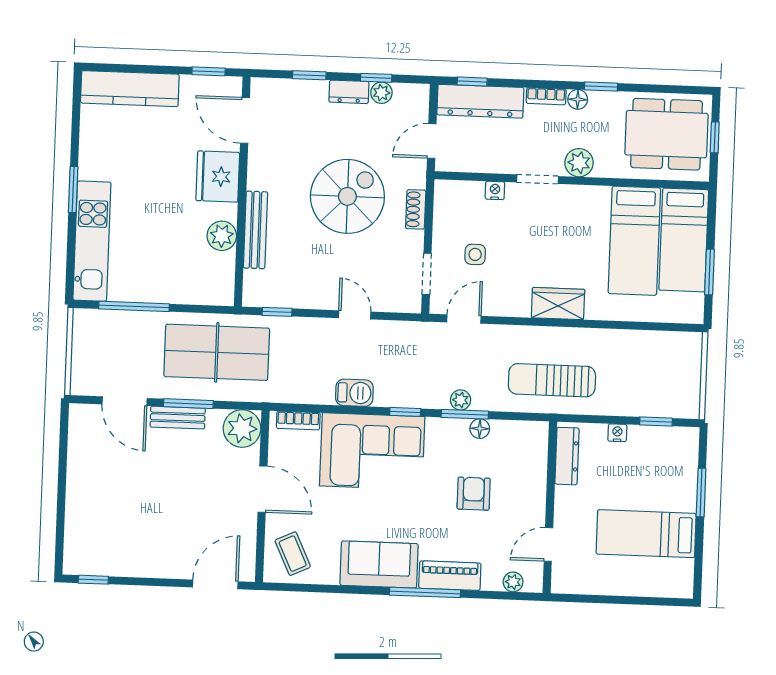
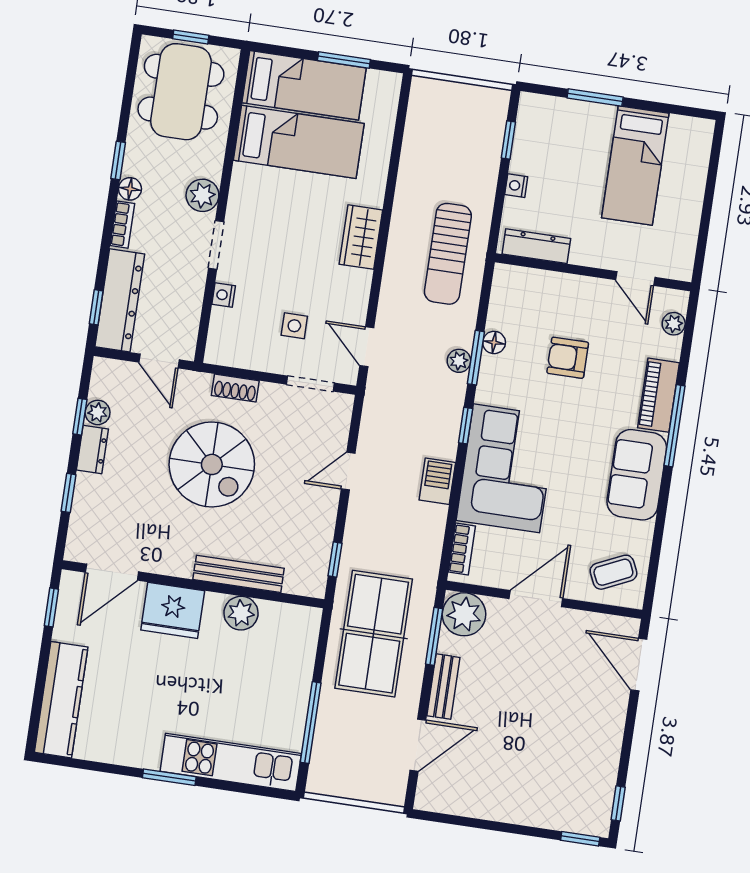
spiral stairs: (347, 196) -> (212, 464), turned 180
window: (188, 404) -> (434, 636), moved
window: (59, 550) -> (580, 839), added

